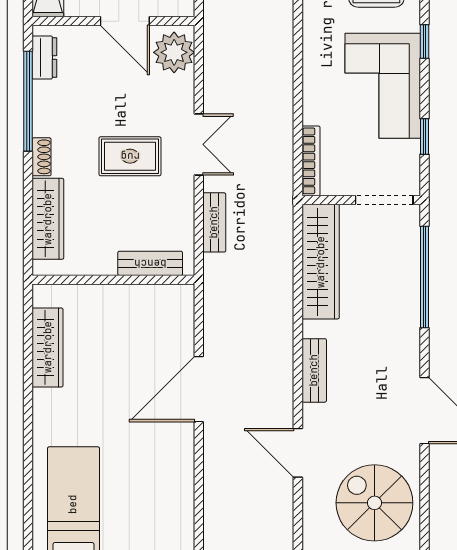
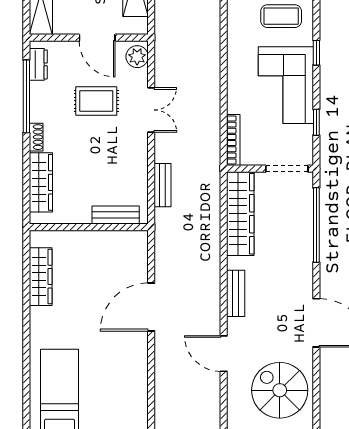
plant: (174, 52) -> (137, 57), width x0.73, depth x0.73
double door: (199, 144) -> (151, 110), moved
rug: (130, 156) -> (96, 101), moved

